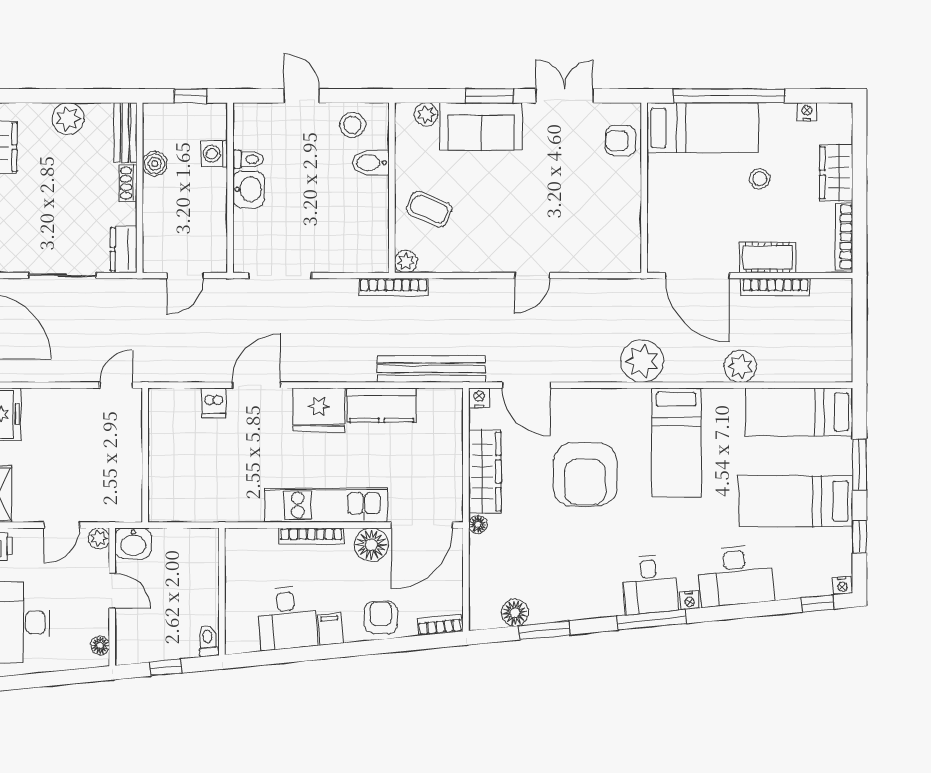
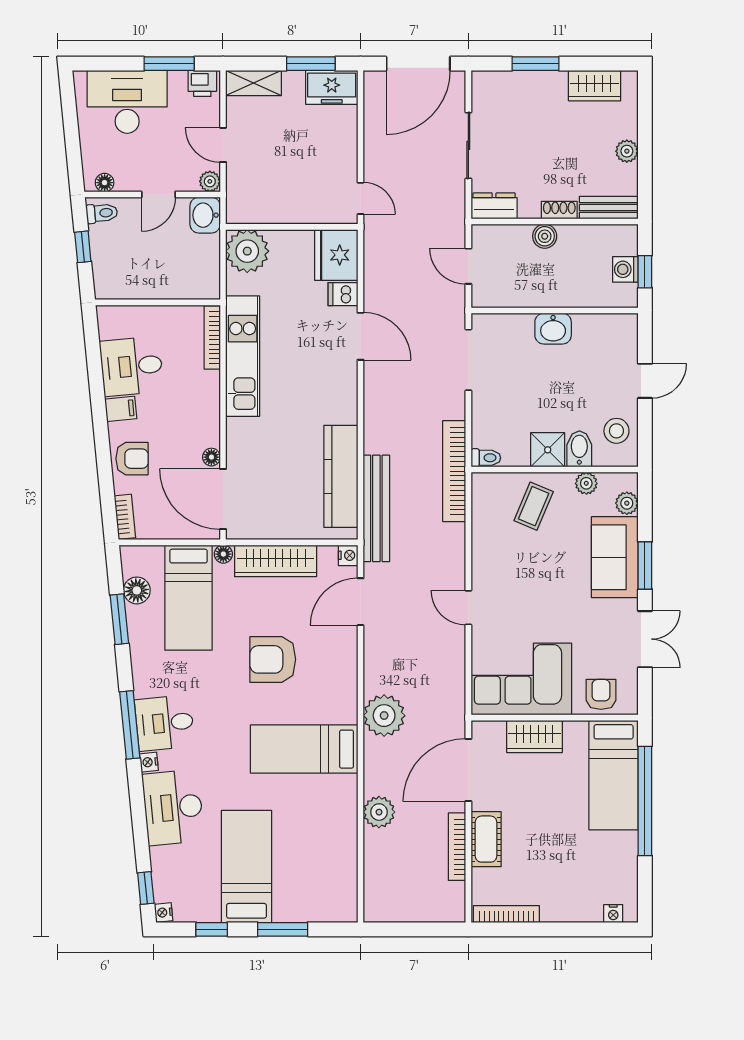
nightstand: (807, 112) -> (613, 914), moved, turned 90
plant: (68, 119) -> (627, 151), width x0.73, depth x0.73
washing machine: (214, 154) -> (625, 269), moved, turned -90
toilet: (248, 159) -> (486, 458), moved, turned -90
boiler: (155, 164) -> (545, 236), moved
wardrobe: (836, 173) -> (534, 736), moved, turned 180
stool: (760, 179) -> (563, 831), removed
shower: (372, 195) -> (548, 450), added
corner sofa: (605, 222) -> (521, 679), added
plant: (406, 261) -> (586, 483), moved
bookcase: (394, 287) -> (454, 471), width x1.48, depth x1.31
kitchen counter: (382, 405) -> (341, 476), width x1.50
fridge: (319, 410) -> (336, 255), moved
bed: (799, 412) -> (189, 598), moved, turned 180
armchair: (585, 474) -> (273, 659), width x0.73, depth x0.73
plant: (170, 500) -> (247, 251), added
kitchen unit: (326, 505) -> (243, 356), moved
bookcase: (311, 536) -> (212, 337), moved
floor lamp: (371, 545) -> (211, 457), width x0.53, depth x0.53
toilet: (208, 641) -> (102, 213), moved

